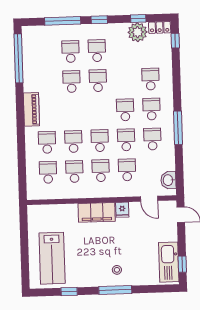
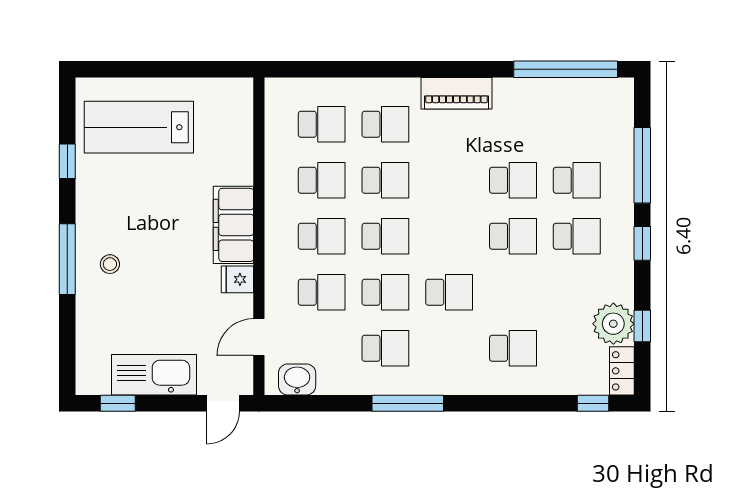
school desk: (151, 109) -> (449, 348), removed
kitchen sink: (169, 262) -> (154, 375), moved

